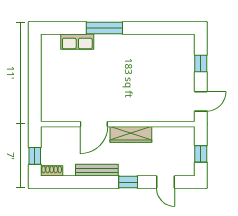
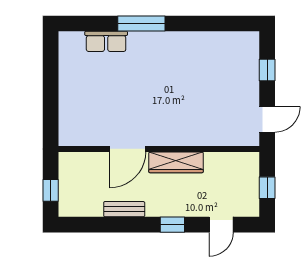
bench: (97, 170) -> (124, 209), width x0.73
shoe rack: (52, 171) -> (73, 210), removed
door: (166, 182) -> (221, 225), hinge flipped

